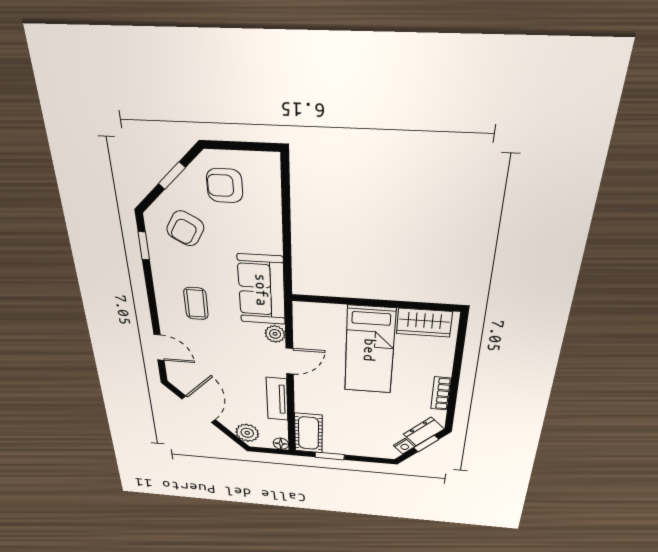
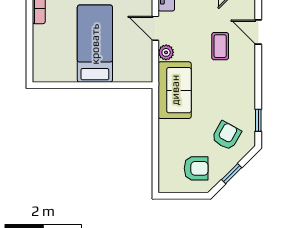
coffee table: (196, 303) -> (220, 46), moved
wardrobe: (424, 323) -> (57, 71), removed
door: (290, 361) -> (155, 28), hinge flipped

